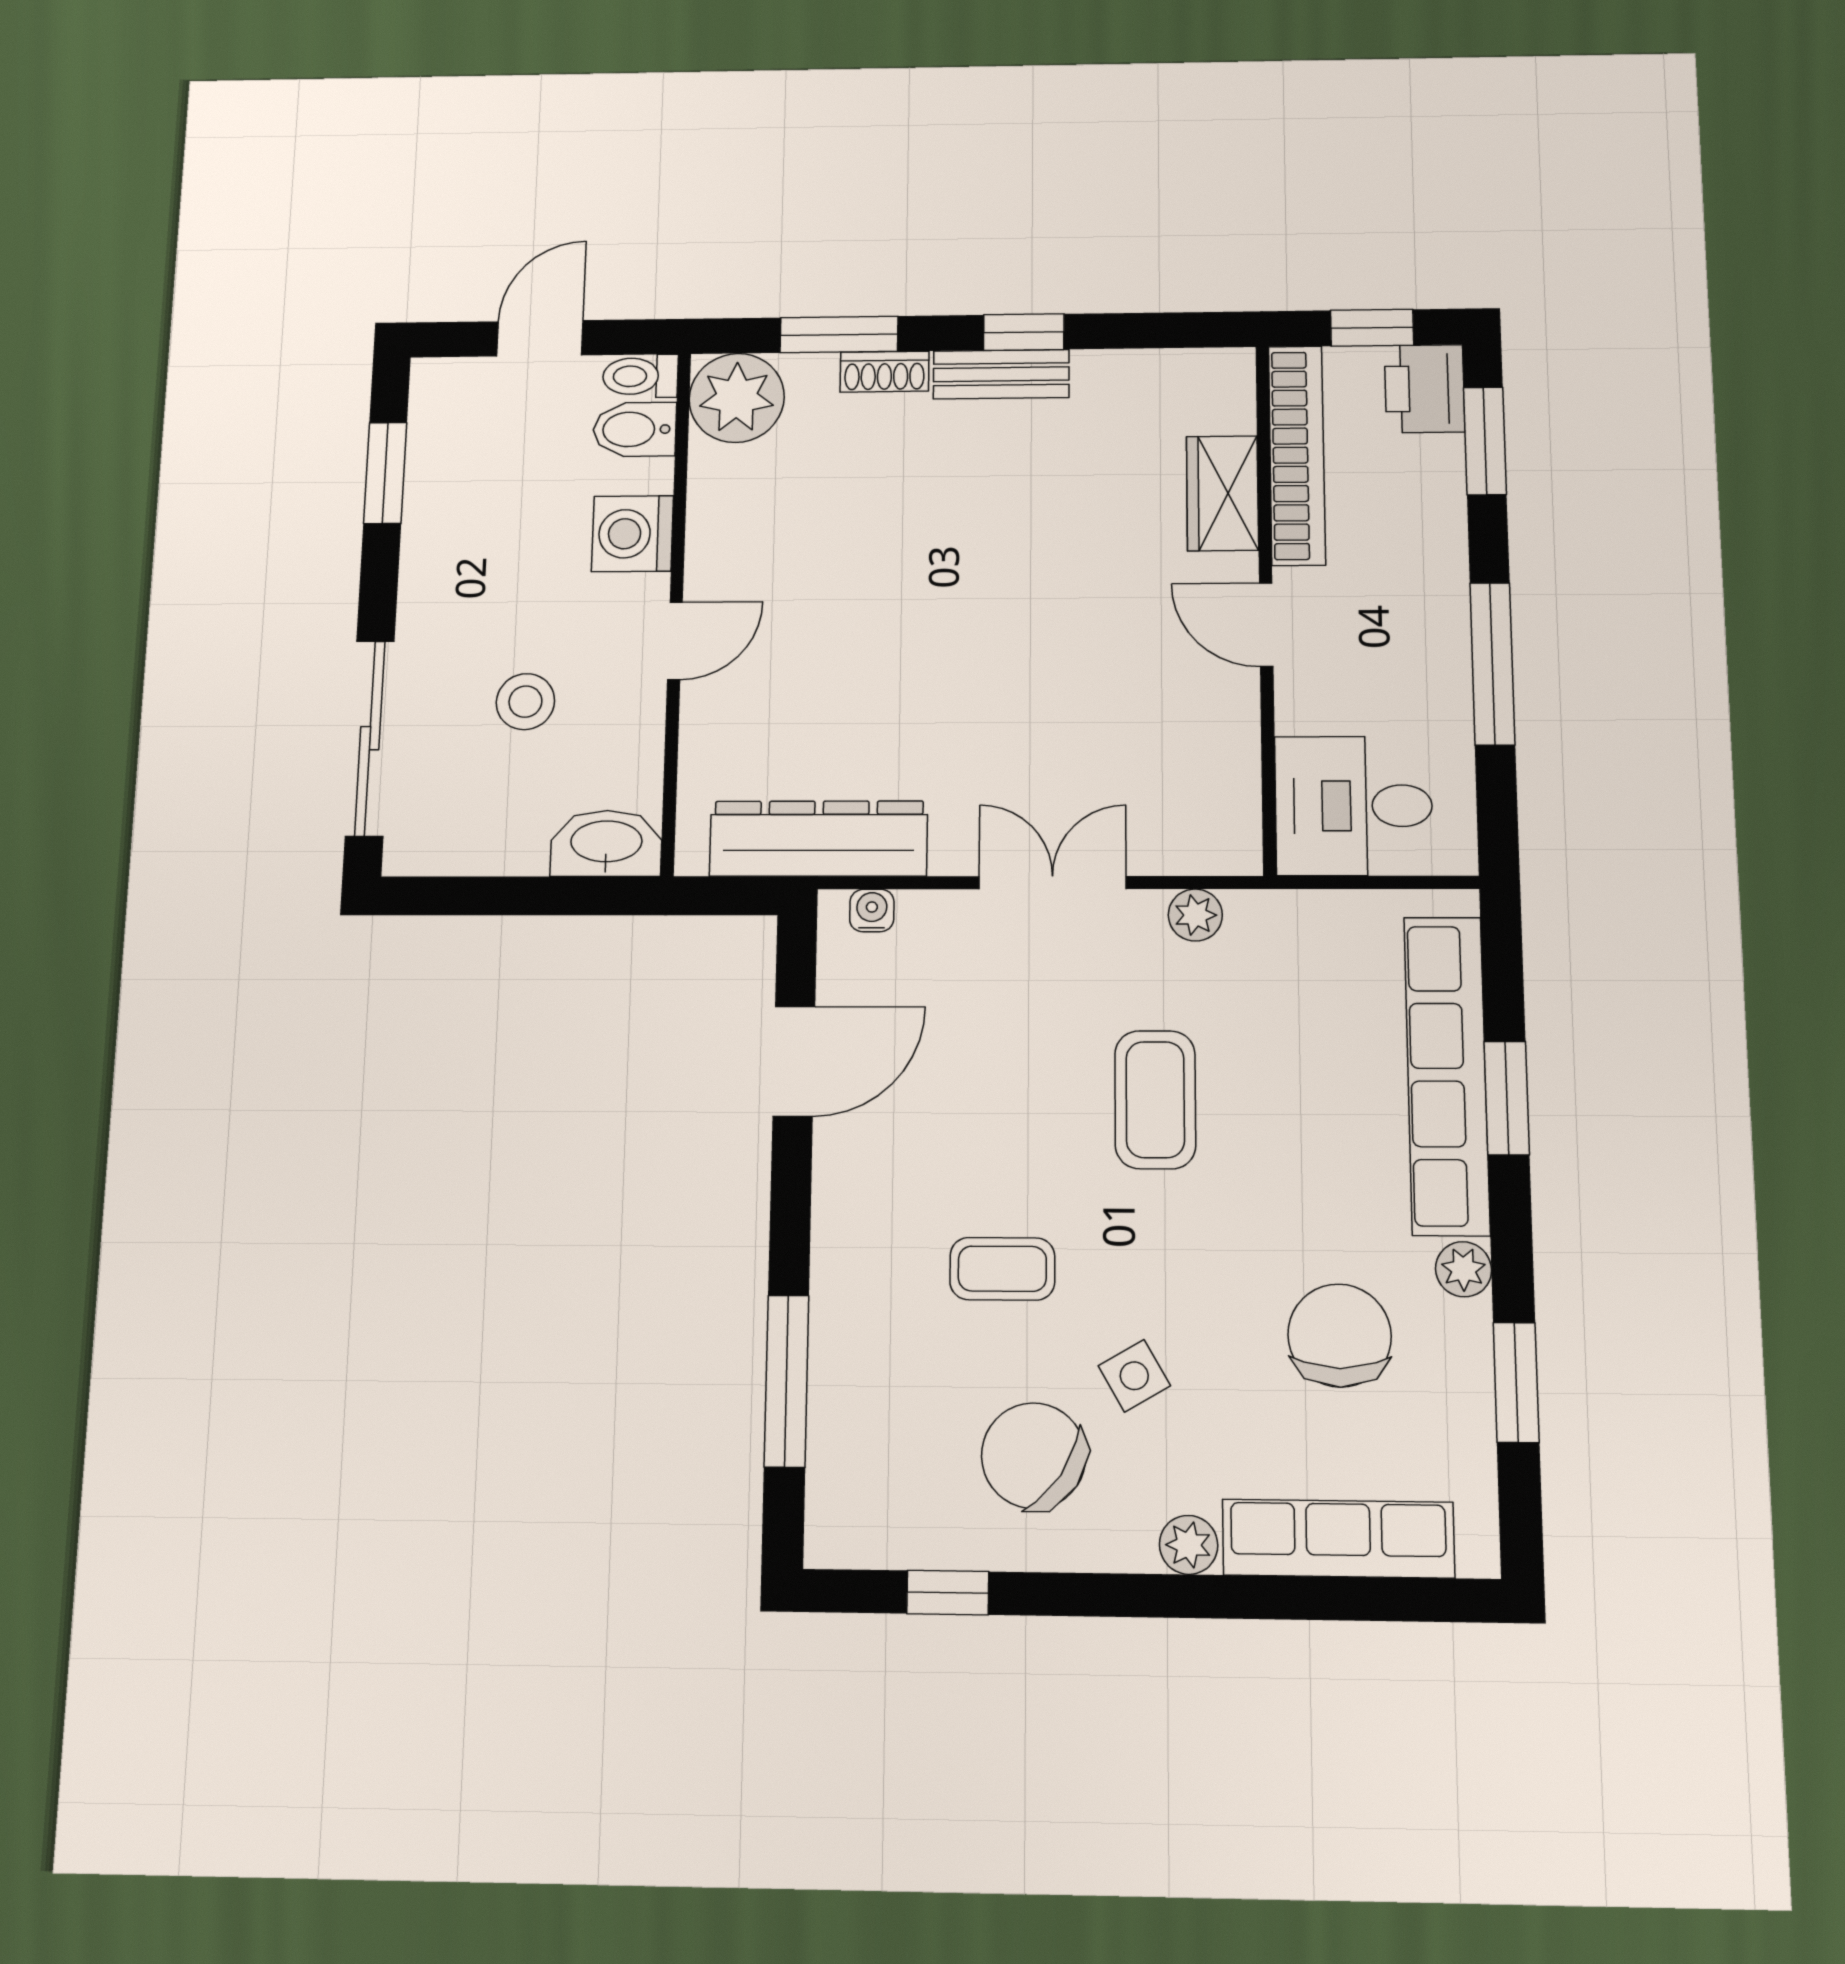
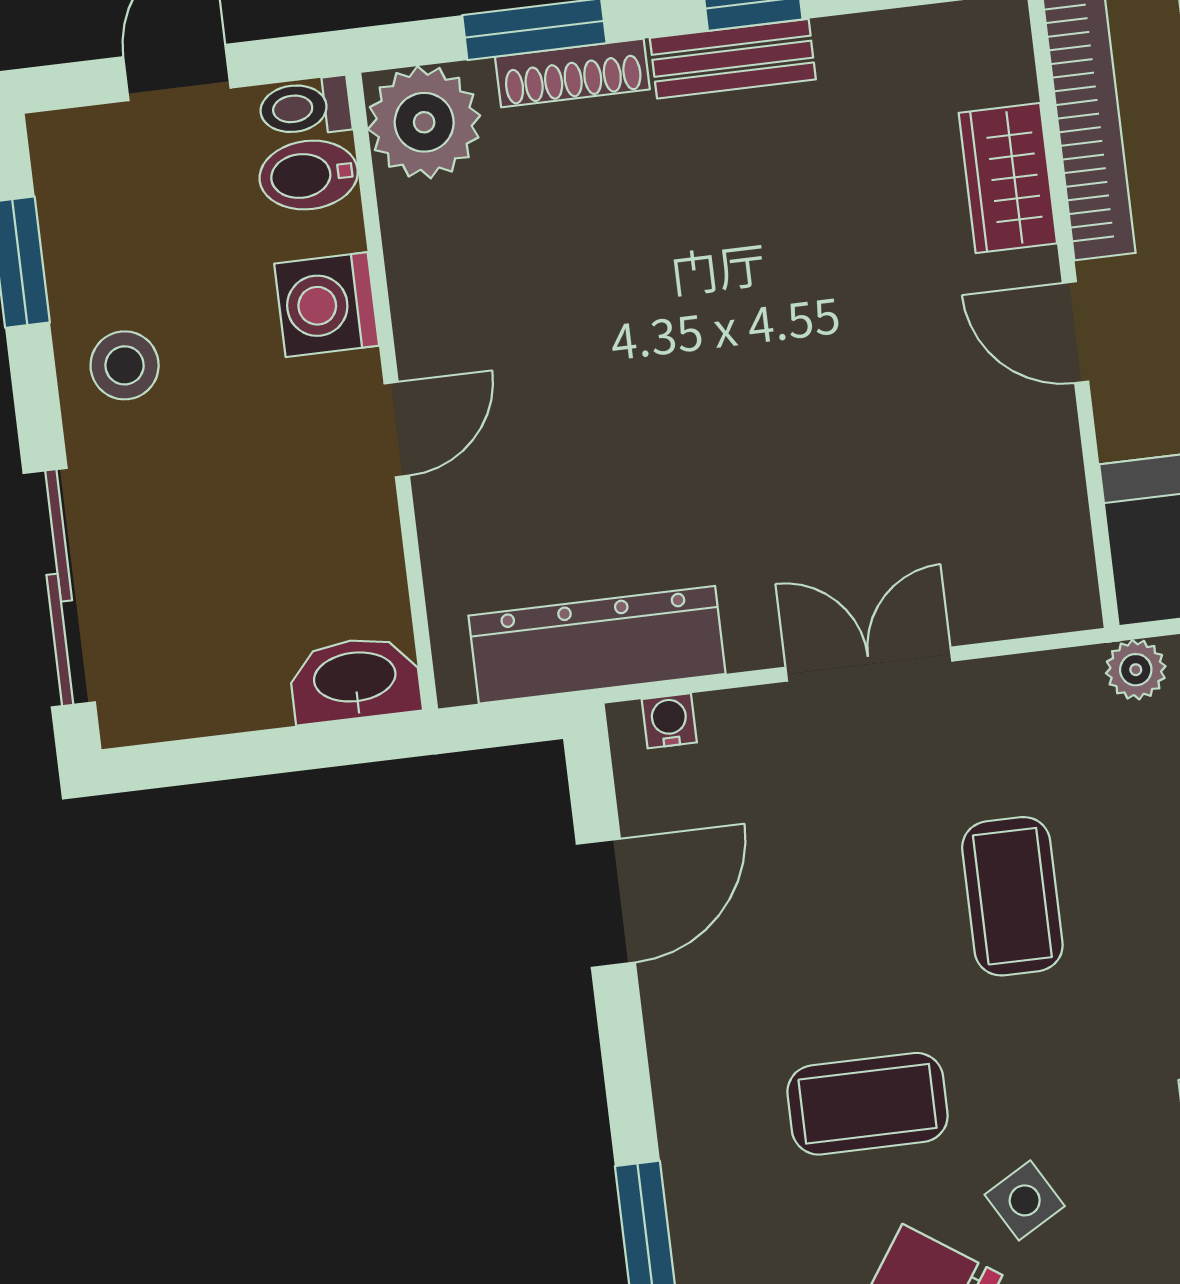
shoe rack: (885, 372) -> (572, 73), width x1.43
stool: (525, 702) -> (125, 365), moved
plant: (1195, 915) -> (1136, 670), moved
coffee table: (1002, 1269) -> (868, 1104), width x1.36, depth x1.30

